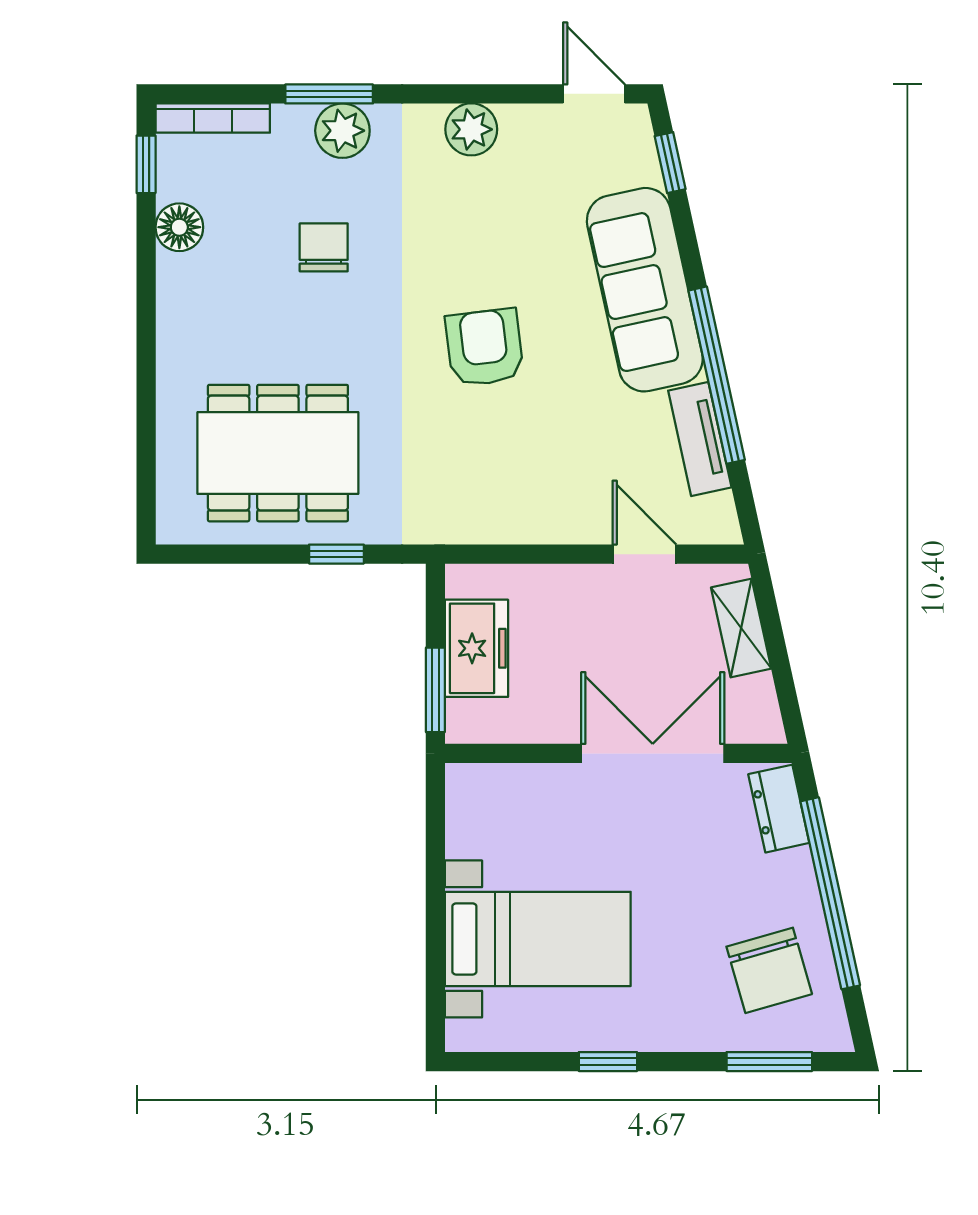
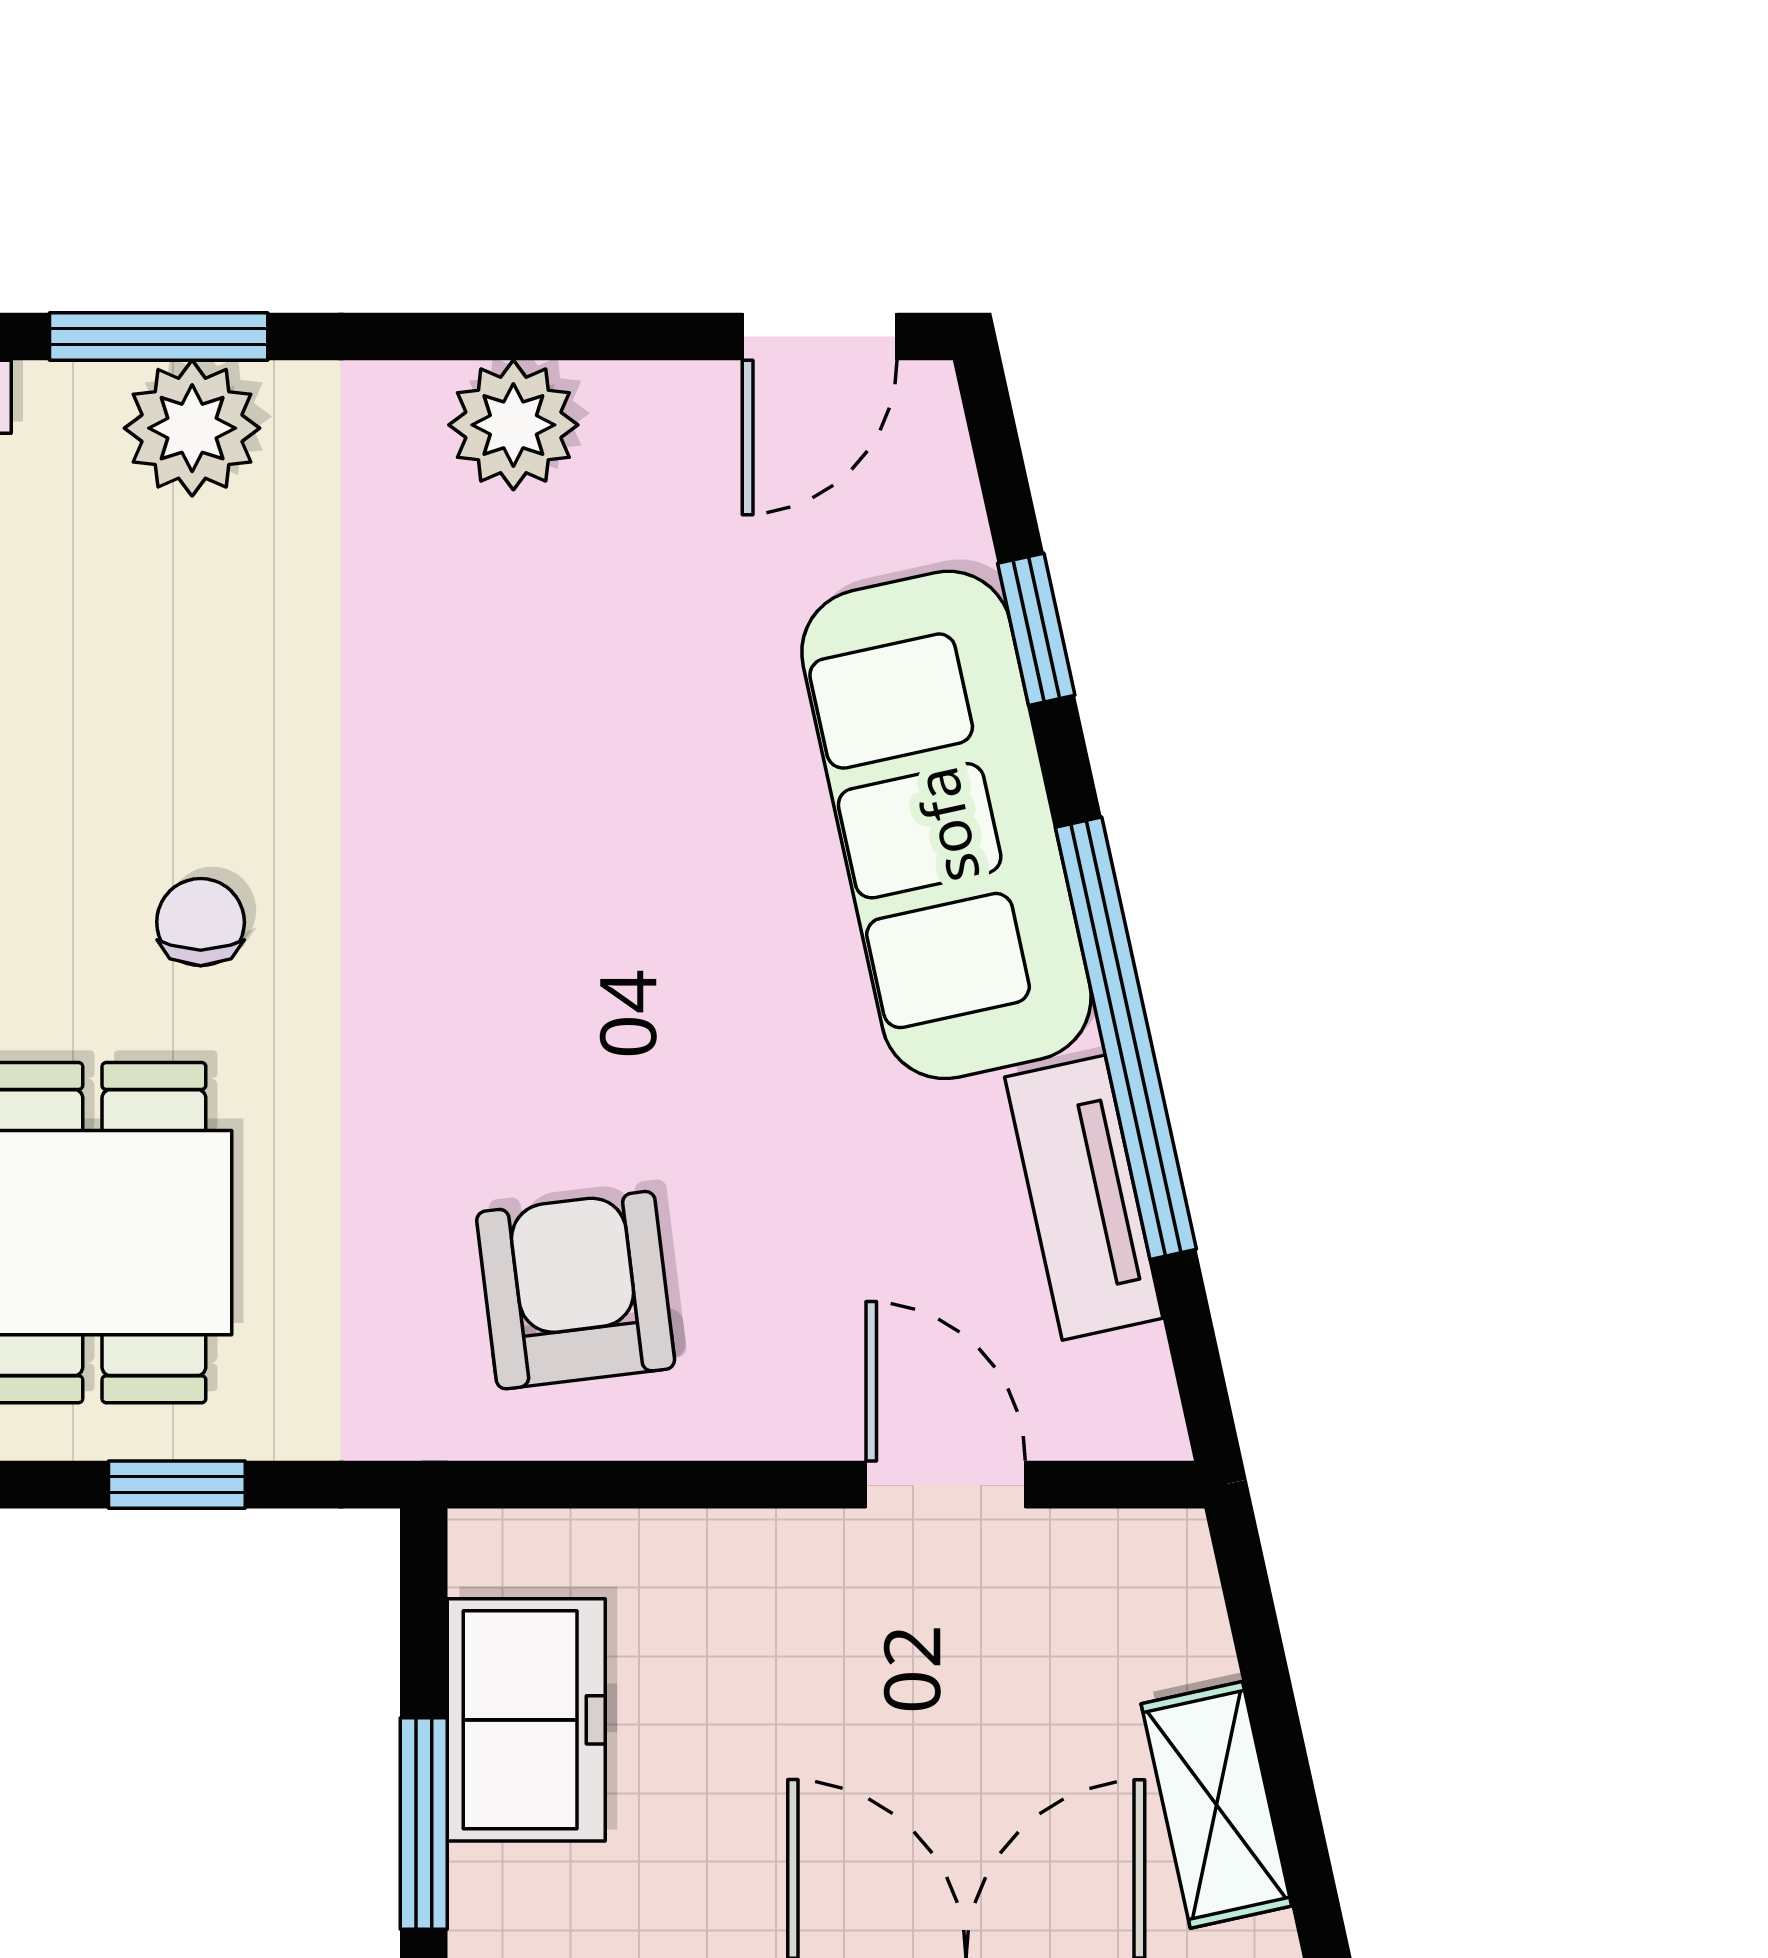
door: (594, 94) -> (820, 337), swing flipped
window: (670, 163) -> (1036, 629), moved
chair: (324, 247) -> (201, 922), moved, width x0.73, depth x0.73
armchair: (484, 347) -> (576, 1290), moved
shelving: (741, 628) -> (1216, 1805), moved

